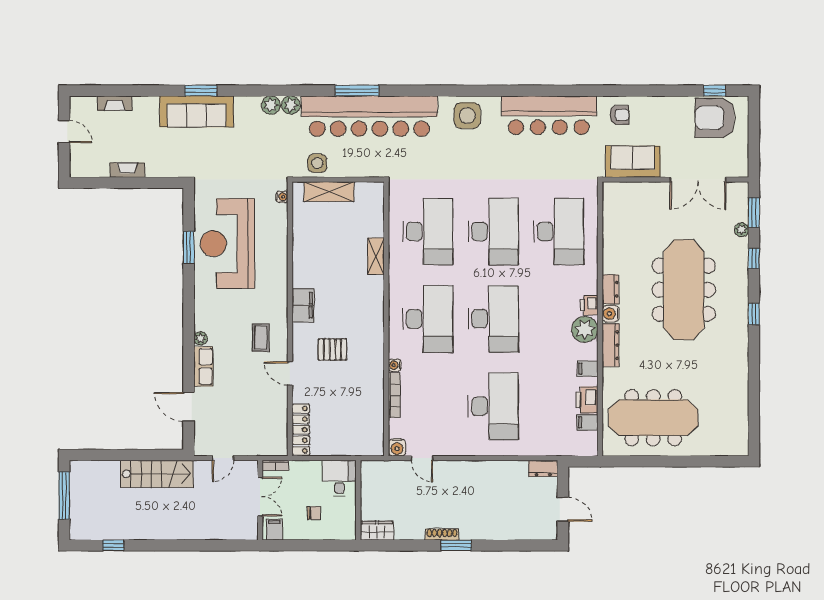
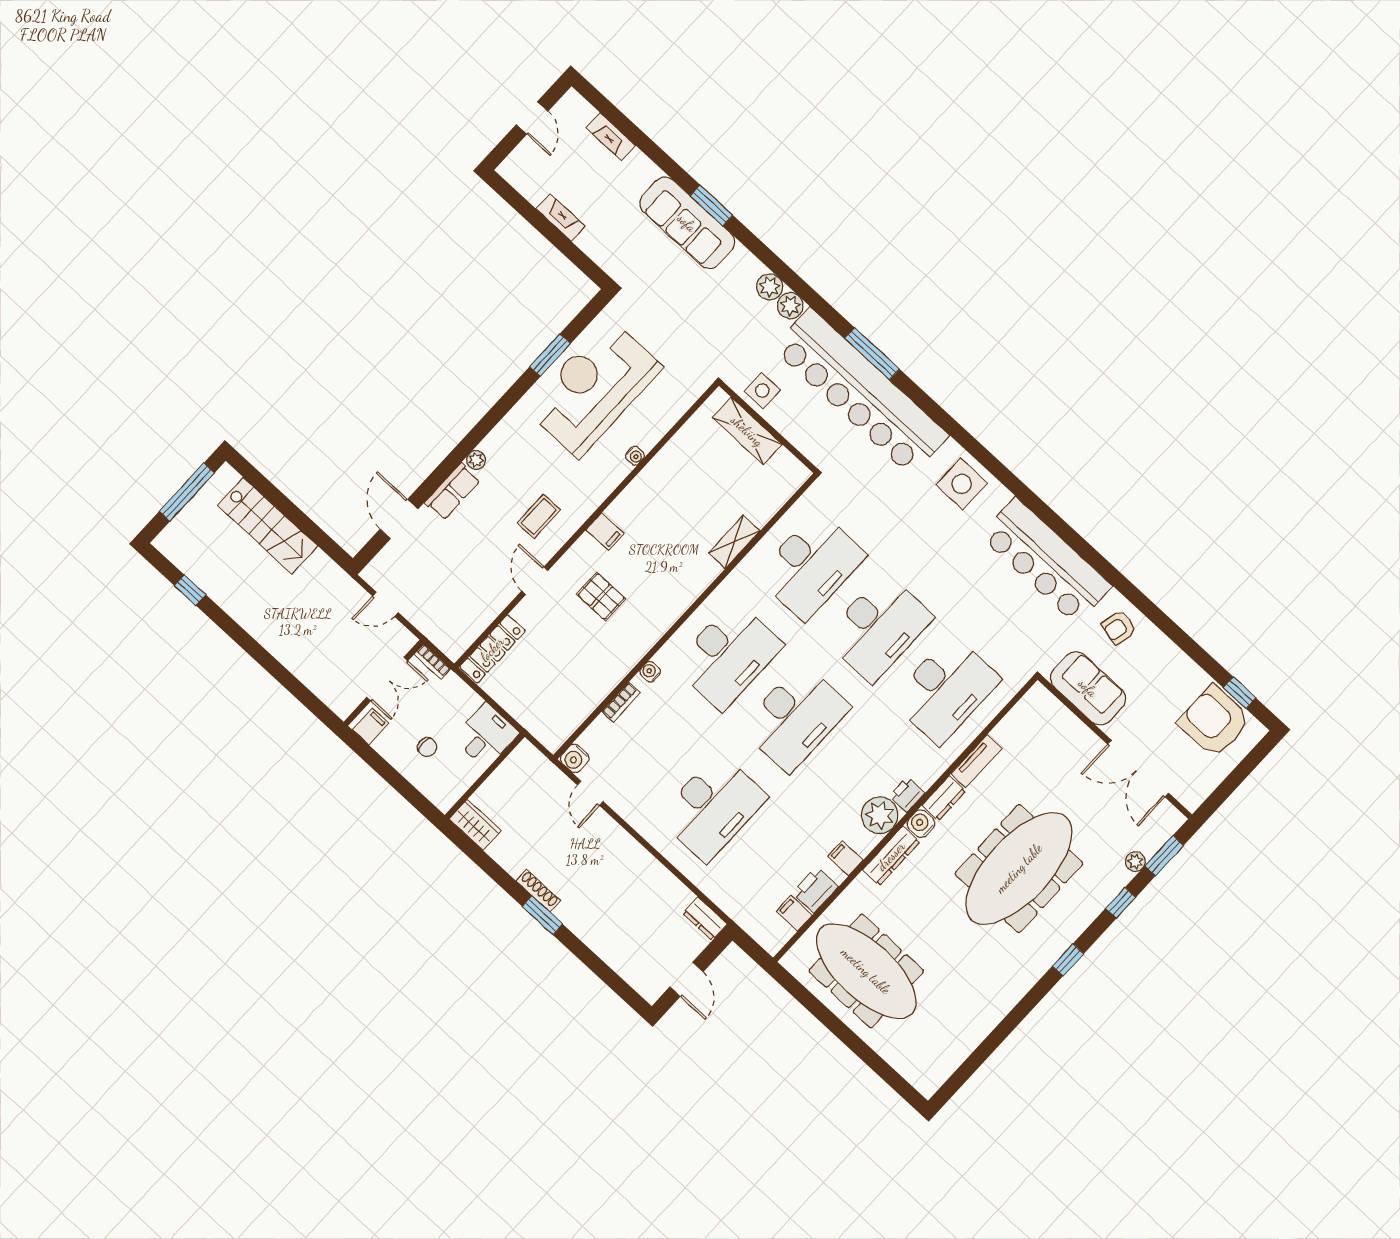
armchair: (619, 115) -> (1119, 627), turned 104
water cooler: (282, 197) -> (635, 456), moved
tv unit: (609, 254) -> (976, 761), added
filing cabinet: (303, 305) -> (605, 532), width x0.50
bookcase: (394, 395) -> (621, 702), width x0.64
stairs: (157, 474) -> (268, 526), moved

